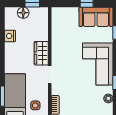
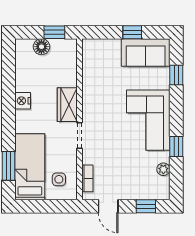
nightstand: (10, 36) -> (23, 101), moved

